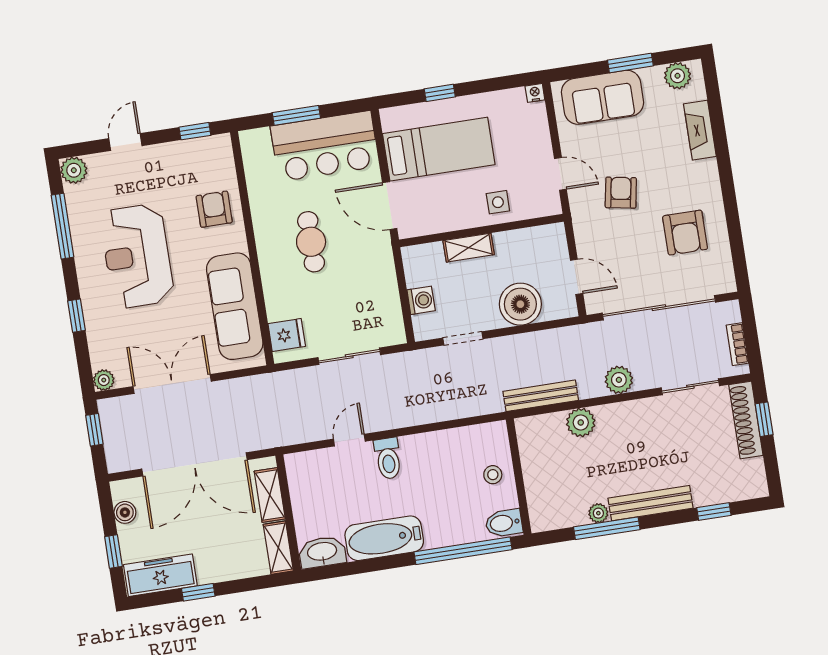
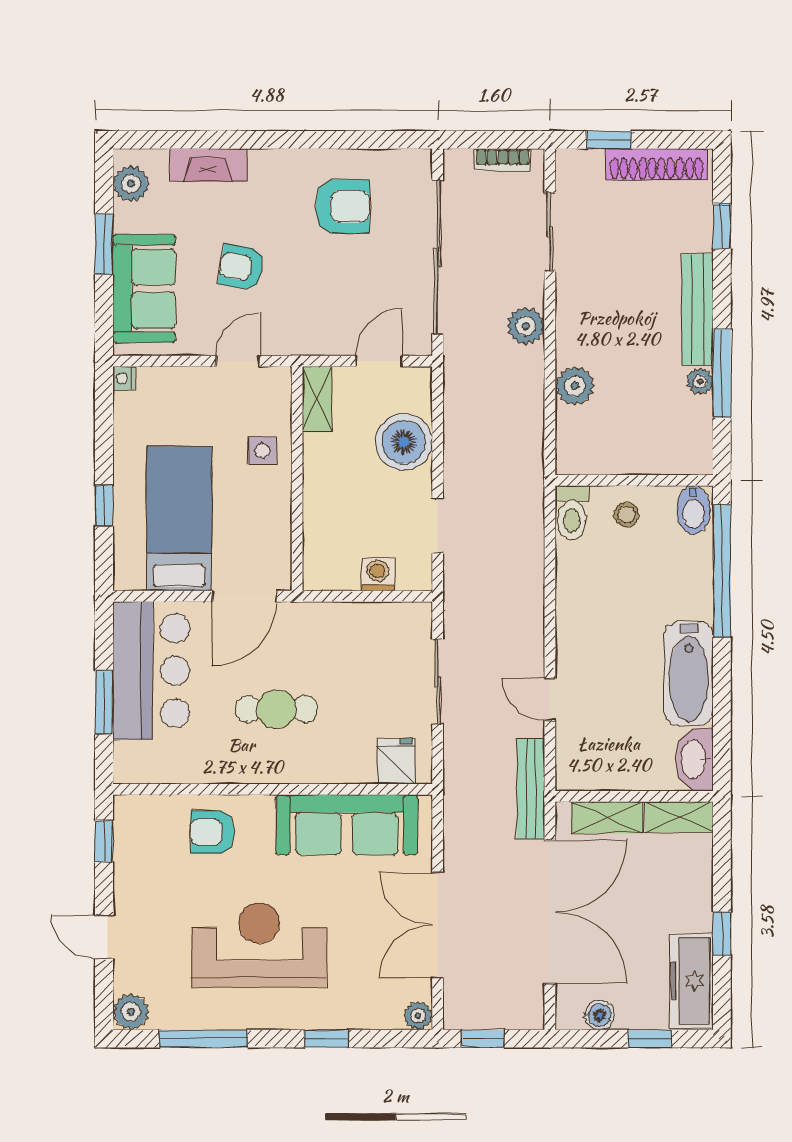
armchair: (621, 193) -> (241, 267), moved
shelving: (469, 248) -> (317, 399), moved
reception desk: (137, 256) -> (259, 945), turned 180
bench: (541, 396) -> (531, 789), moved
shoe rack: (746, 420) -> (657, 164), moved
toilet: (388, 458) -> (572, 513), moved, turned 90

